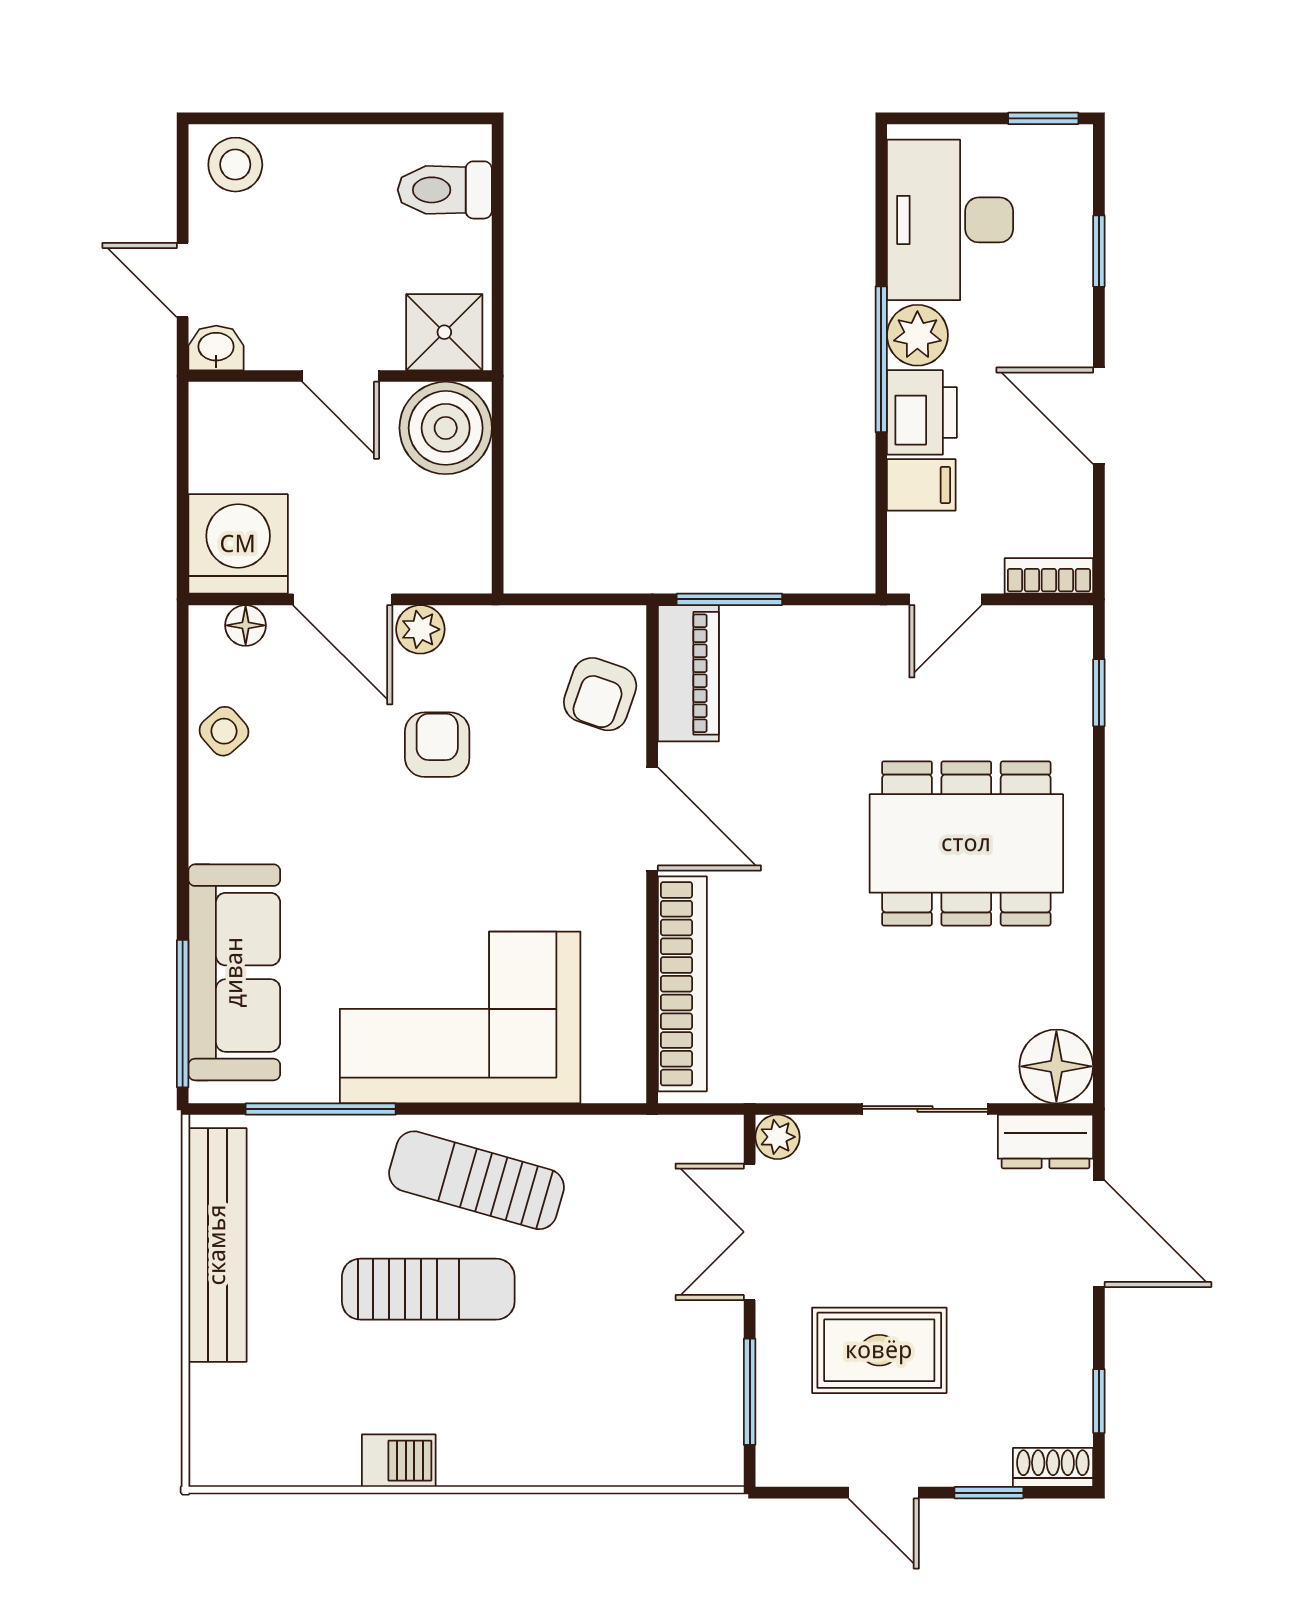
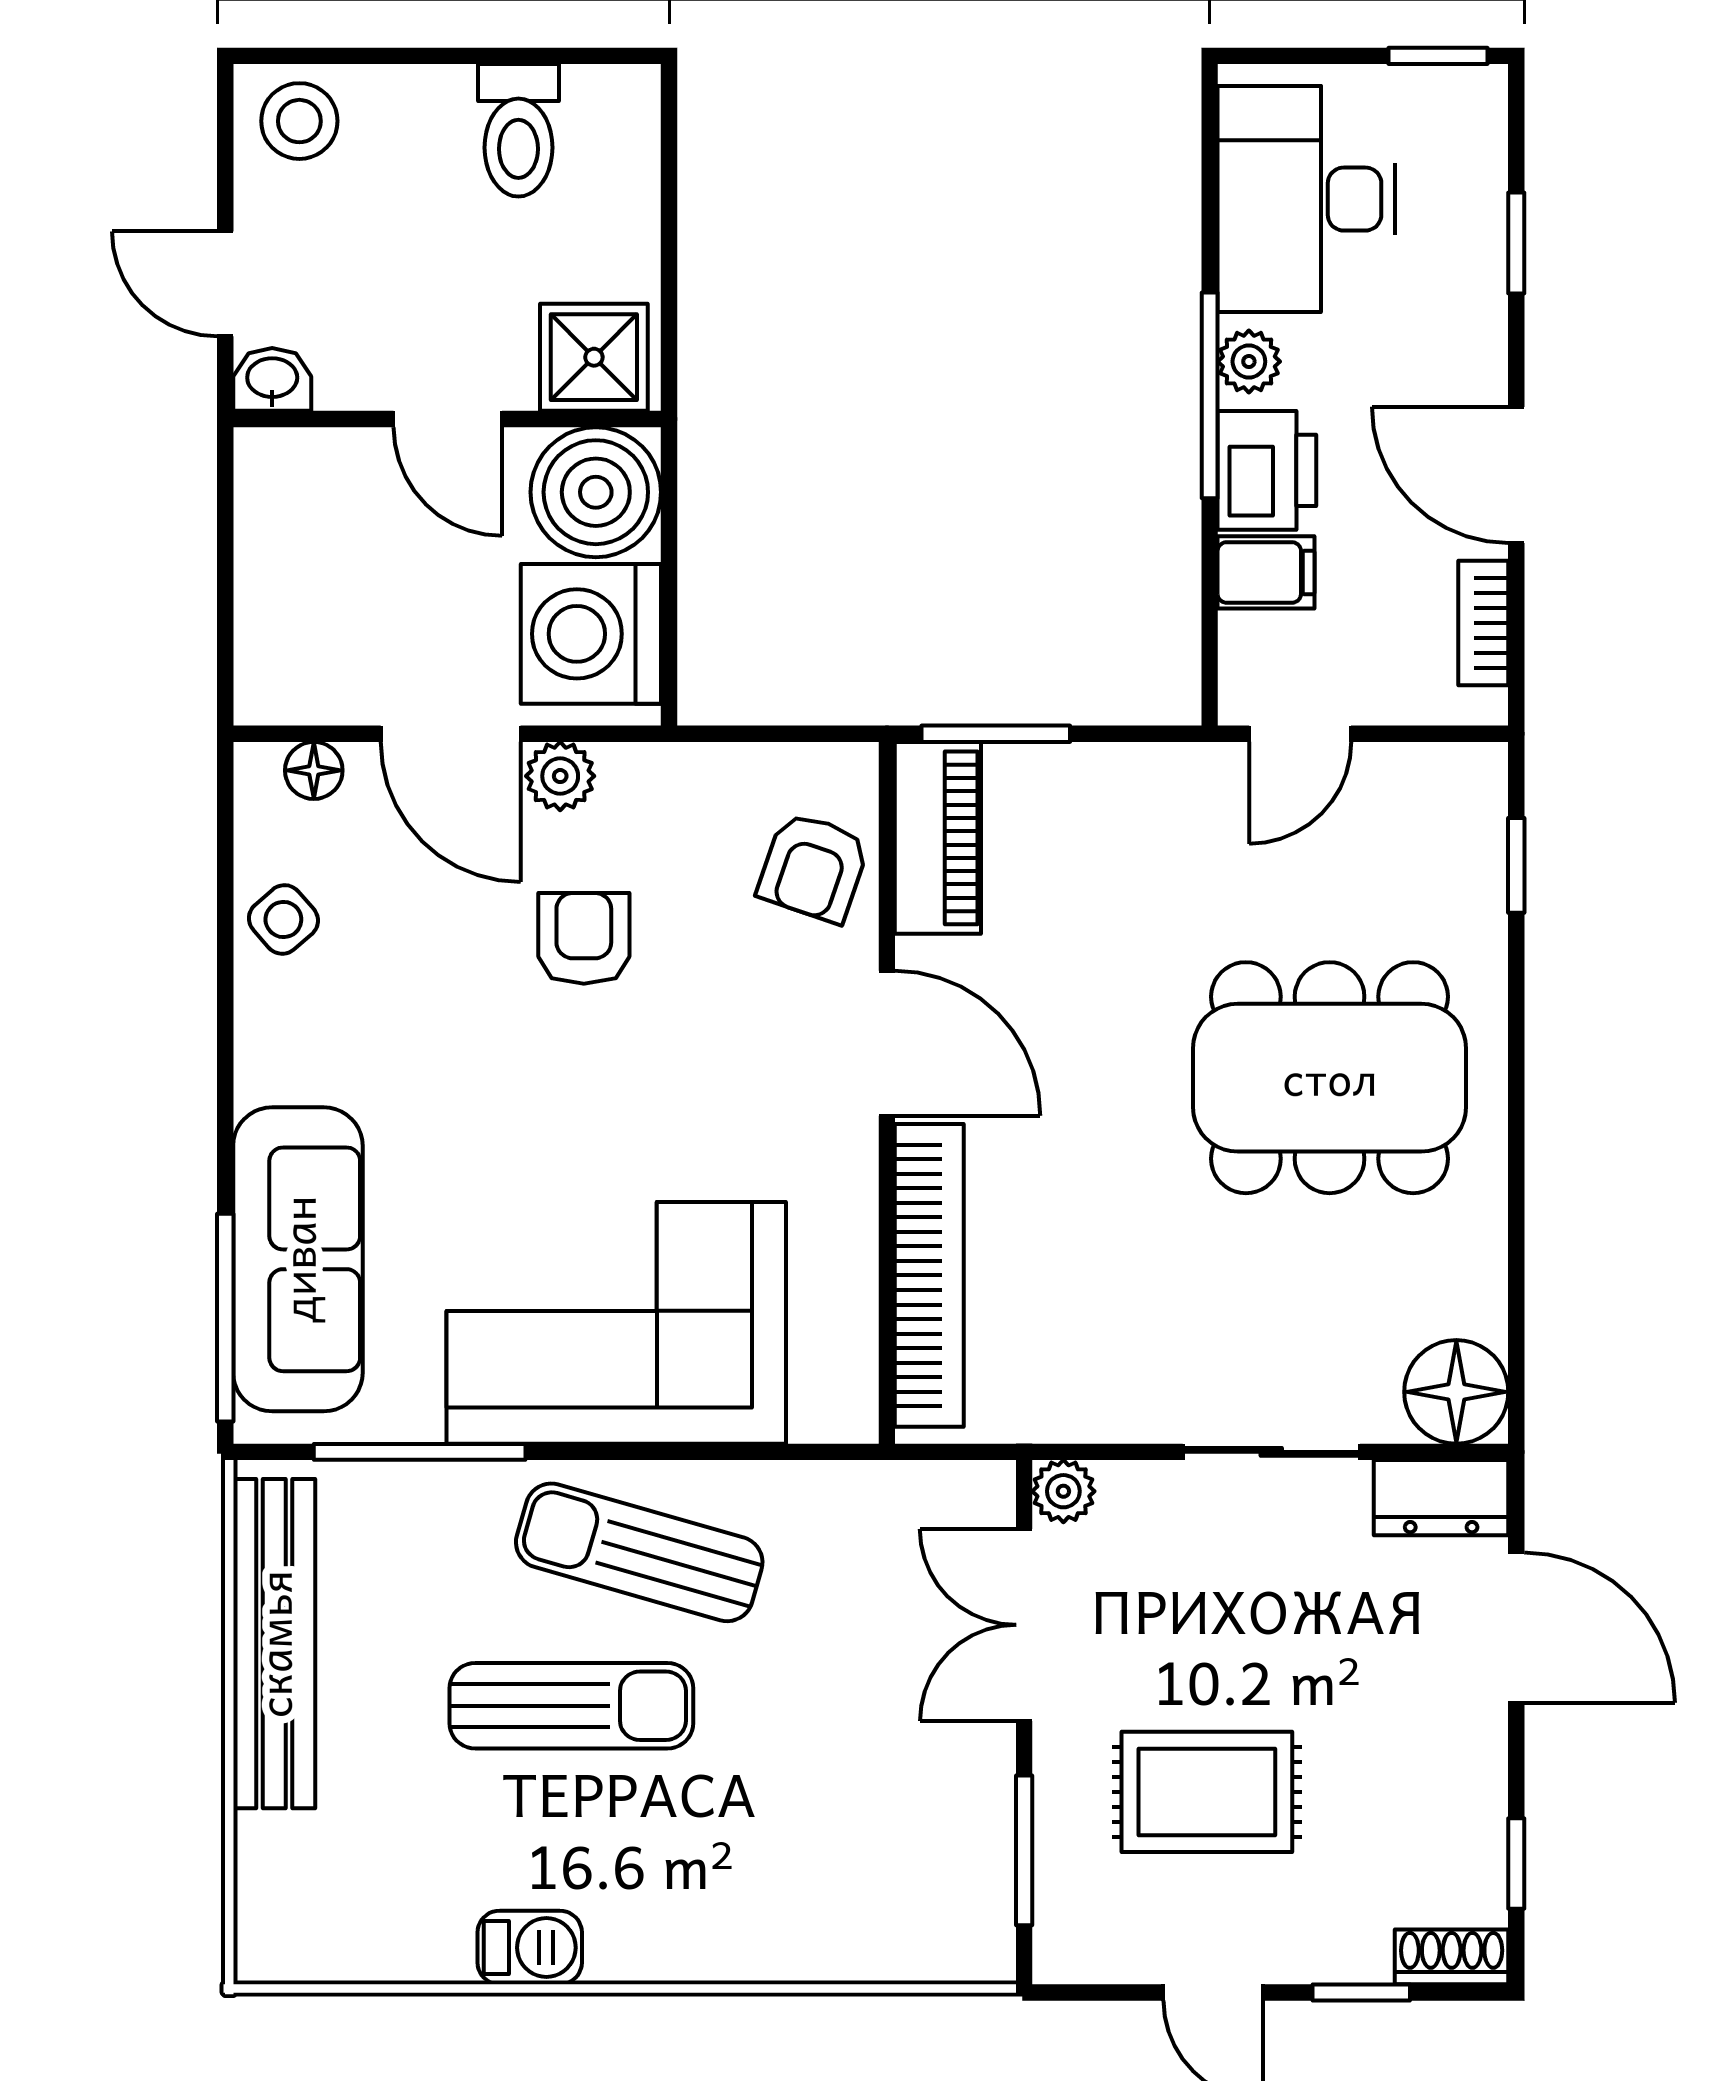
toilet: (445, 190) -> (518, 130), moved, turned -90
plant: (917, 335) -> (1249, 362), width x0.73, depth x0.73
washing machine: (238, 544) -> (591, 634), moved, turned -90
bookcase: (1049, 576) -> (1483, 623), moved, turned -90

